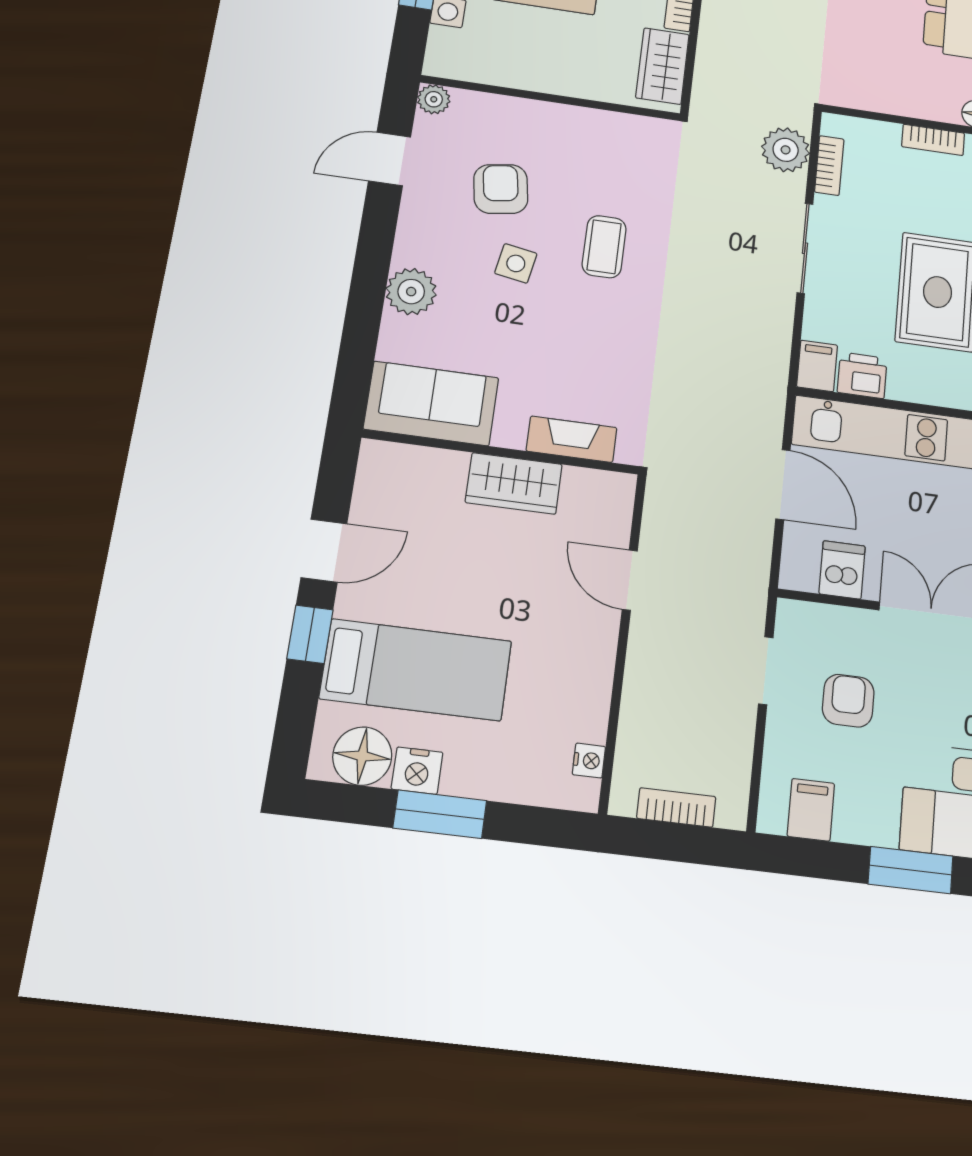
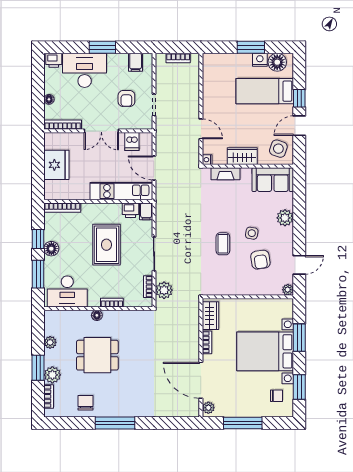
side table: (400, 491) -> (278, 149), added
nightstand: (589, 761) -> (207, 160), moved

